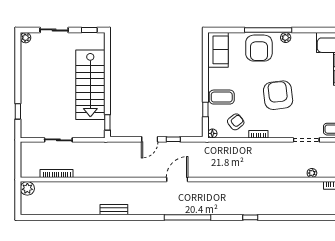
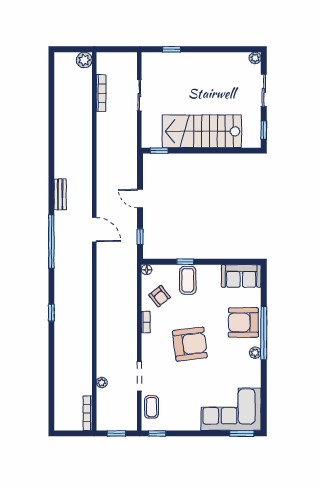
window: (205, 109) -> (185, 262), moved
window: (173, 139) -> (140, 237), moved
bench: (114, 210) -> (60, 194), moved

